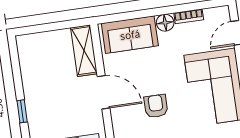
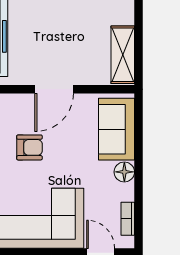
bookcase: (189, 16) -> (128, 219), moved
shelving: (84, 51) -> (123, 55), moved, turned 90

